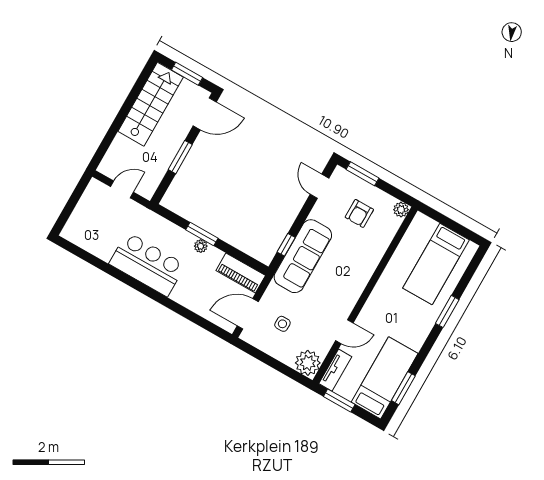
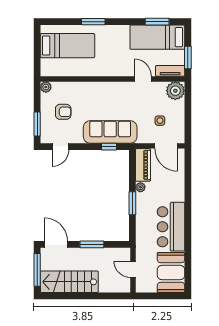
window: (187, 74) -> (37, 270), width x1.44
booth: (92, 233) -> (171, 272), added
plant: (201, 246) -> (140, 187), moved

